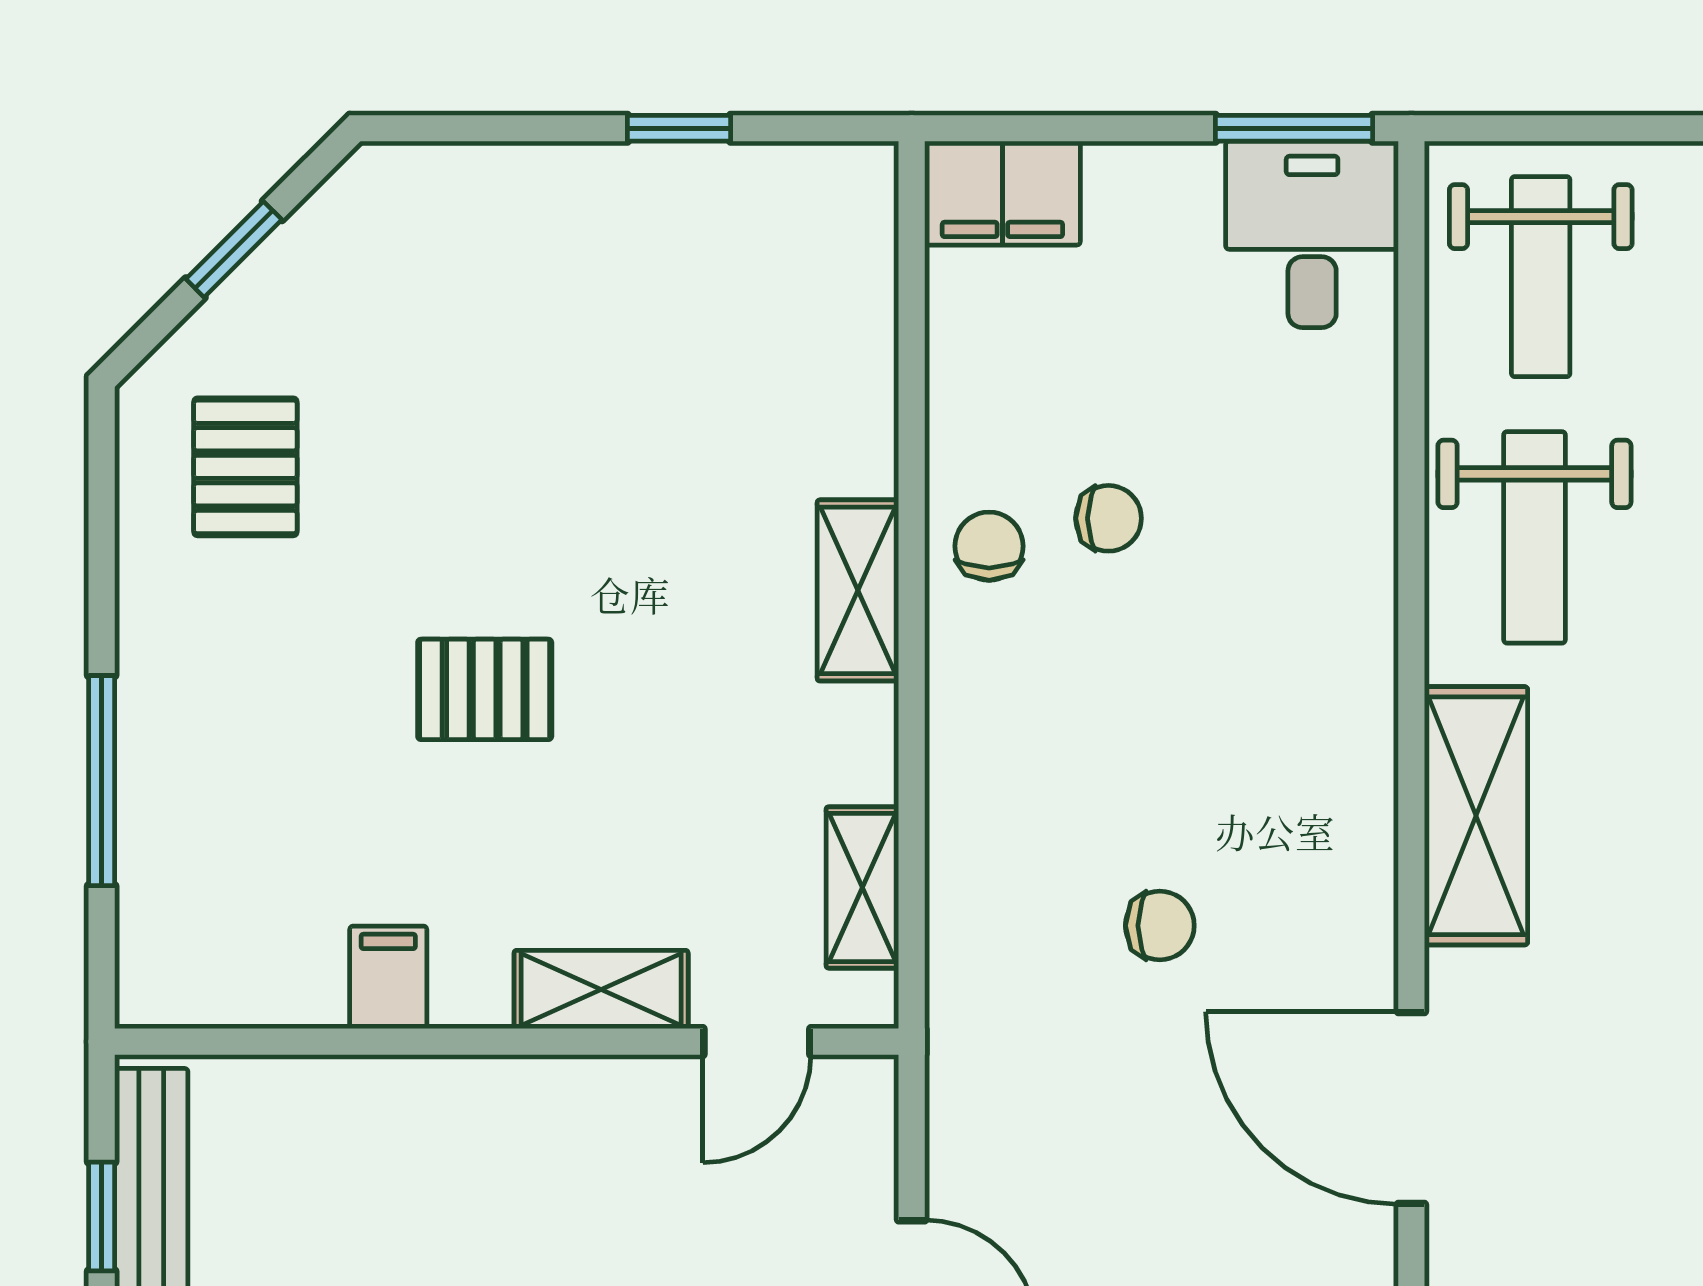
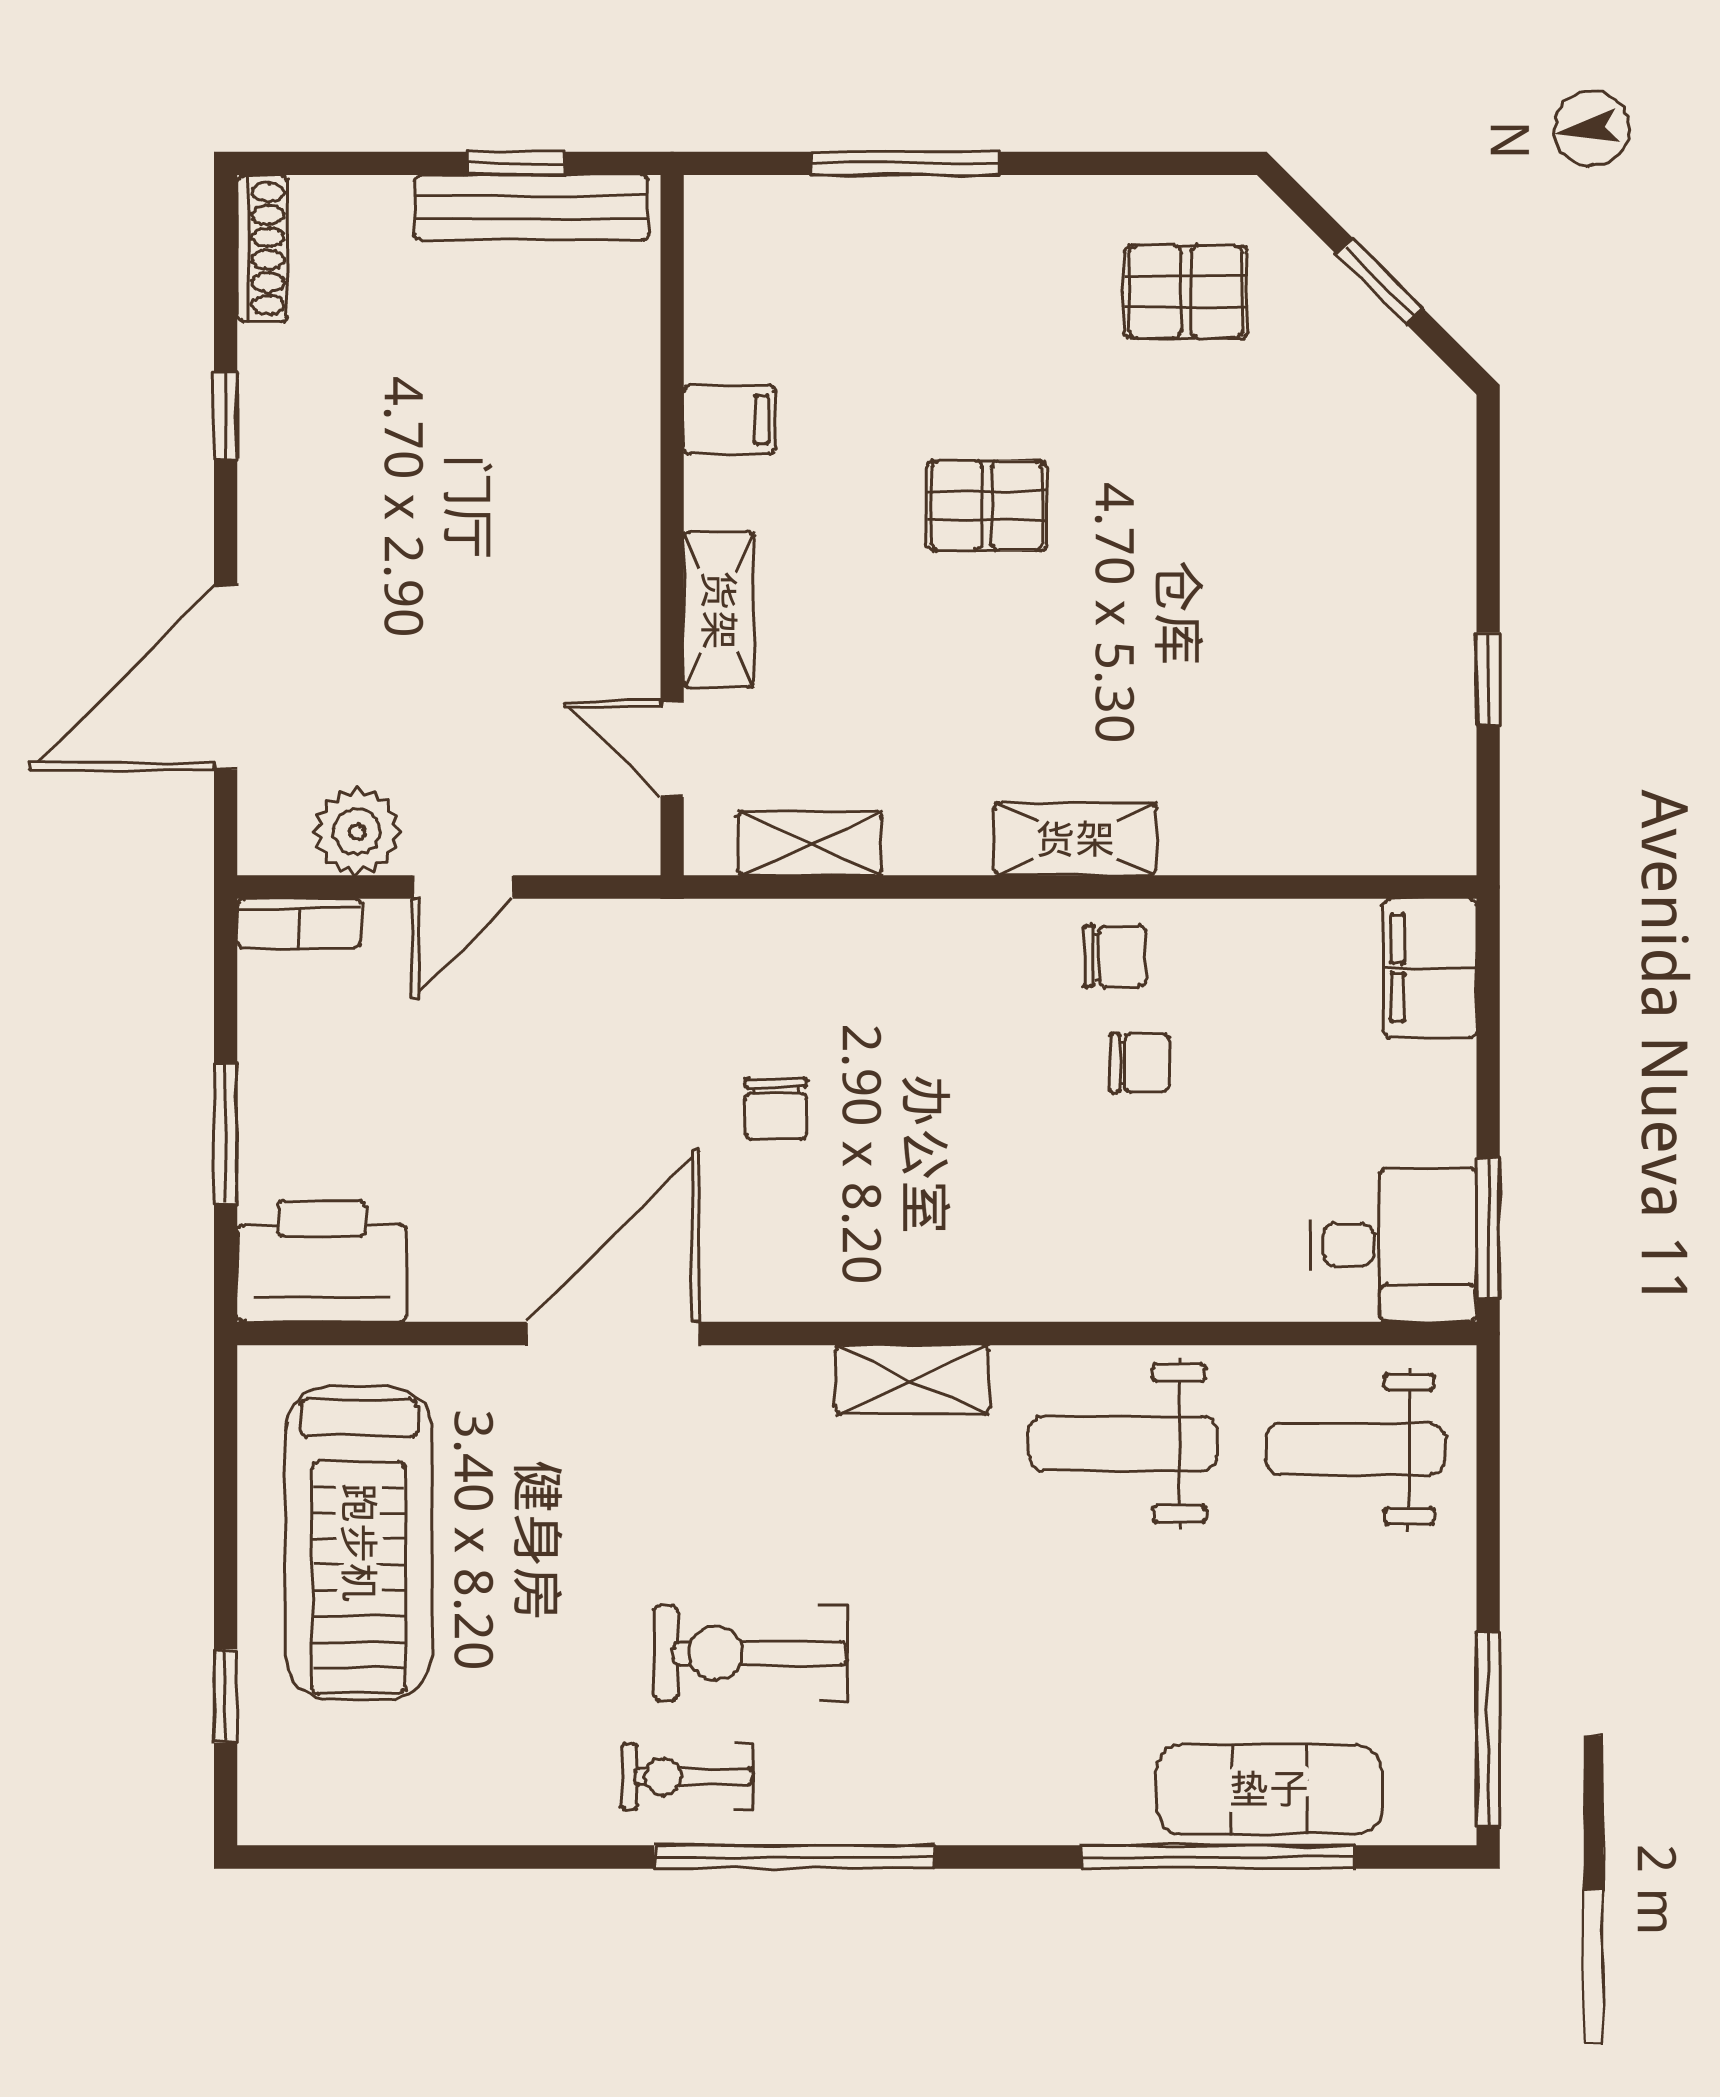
chair: (1109, 518) -> (1140, 1063), turned -90
pallet: (485, 689) -> (987, 506), turned 90
shelving: (1476, 816) -> (912, 1380), width x0.67, depth x0.75

